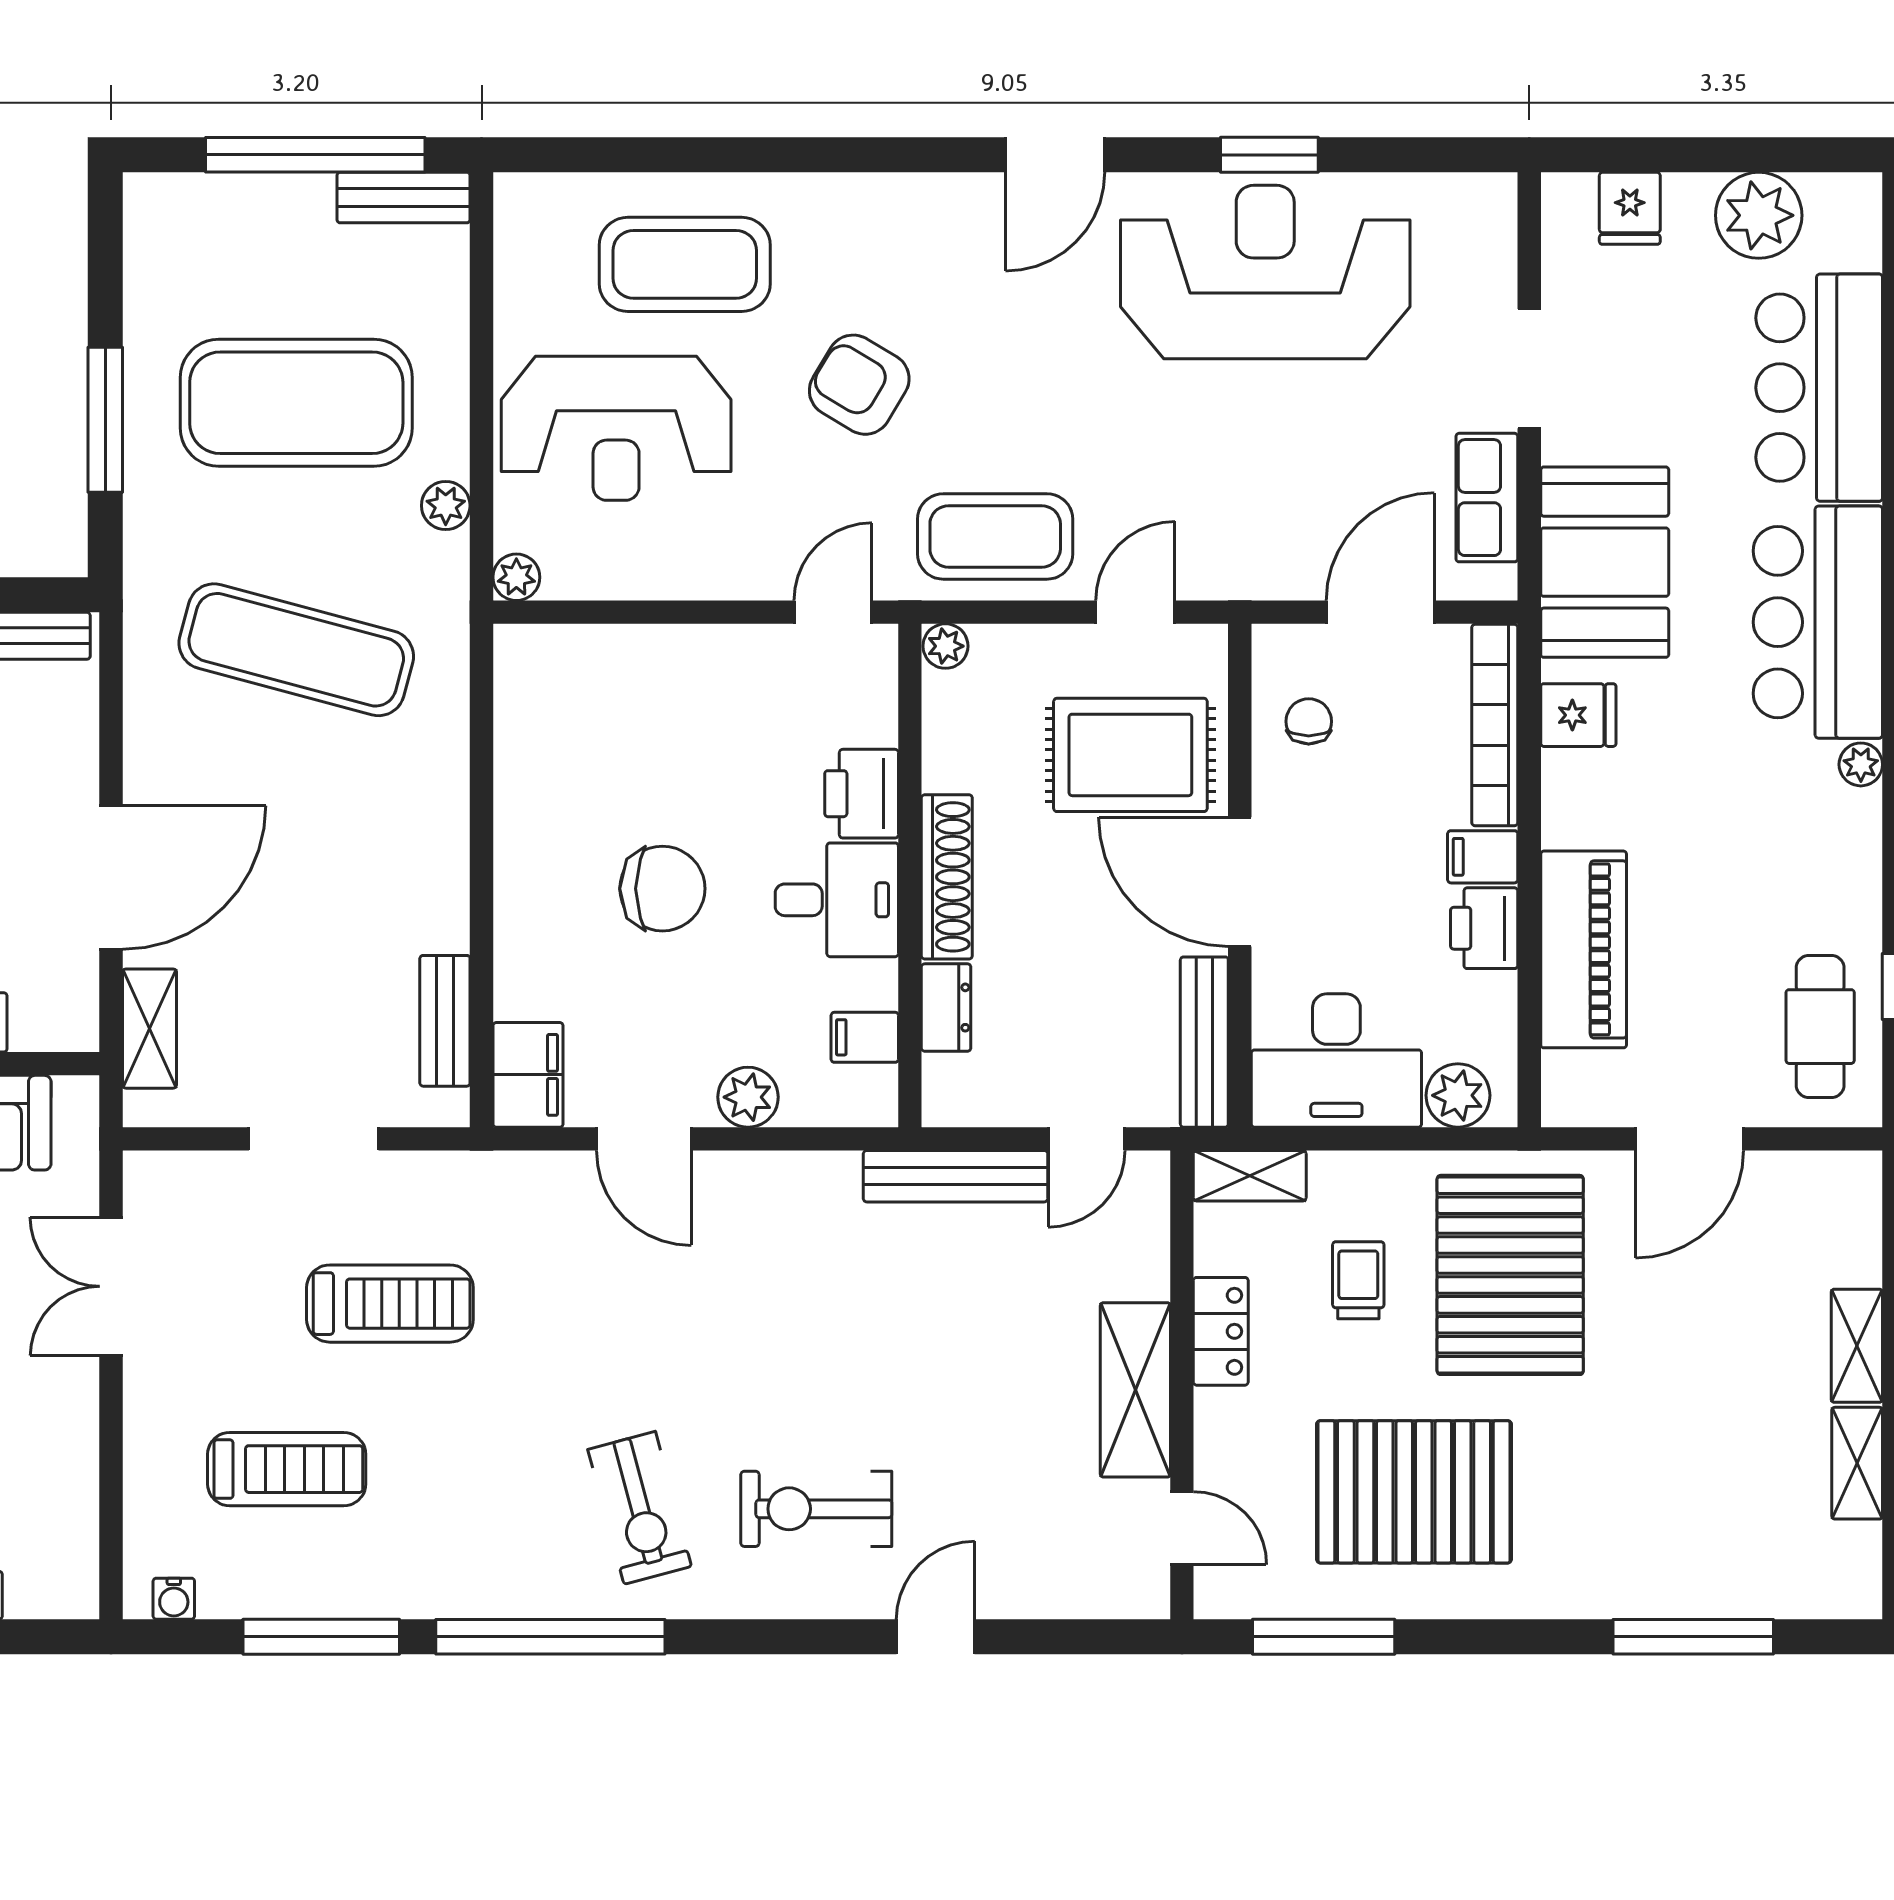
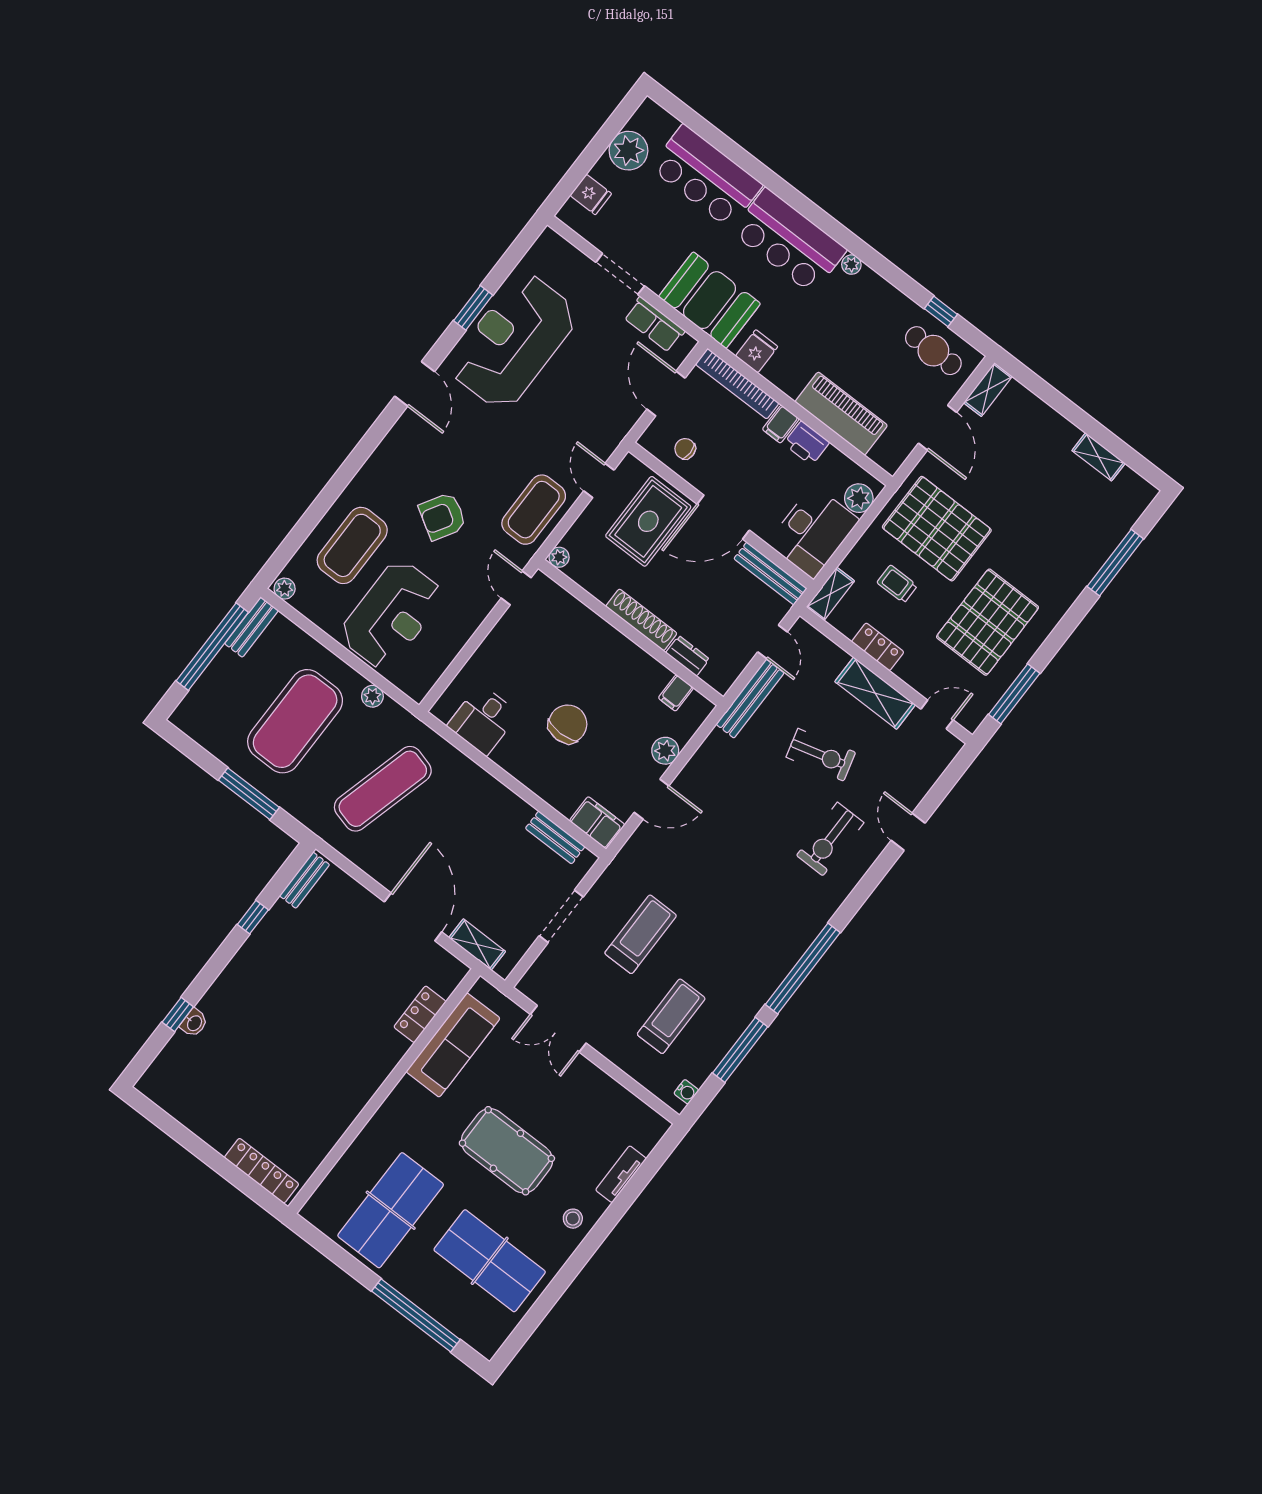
plant: (516, 577) -> (285, 589), moved
printer: (862, 794) -> (588, 627), removed
desk: (837, 900) -> (483, 720), moved, turned 180
shelving: (1857, 1346) -> (988, 390), moved, turned 90
exercise bike: (640, 1508) -> (821, 755), moved

